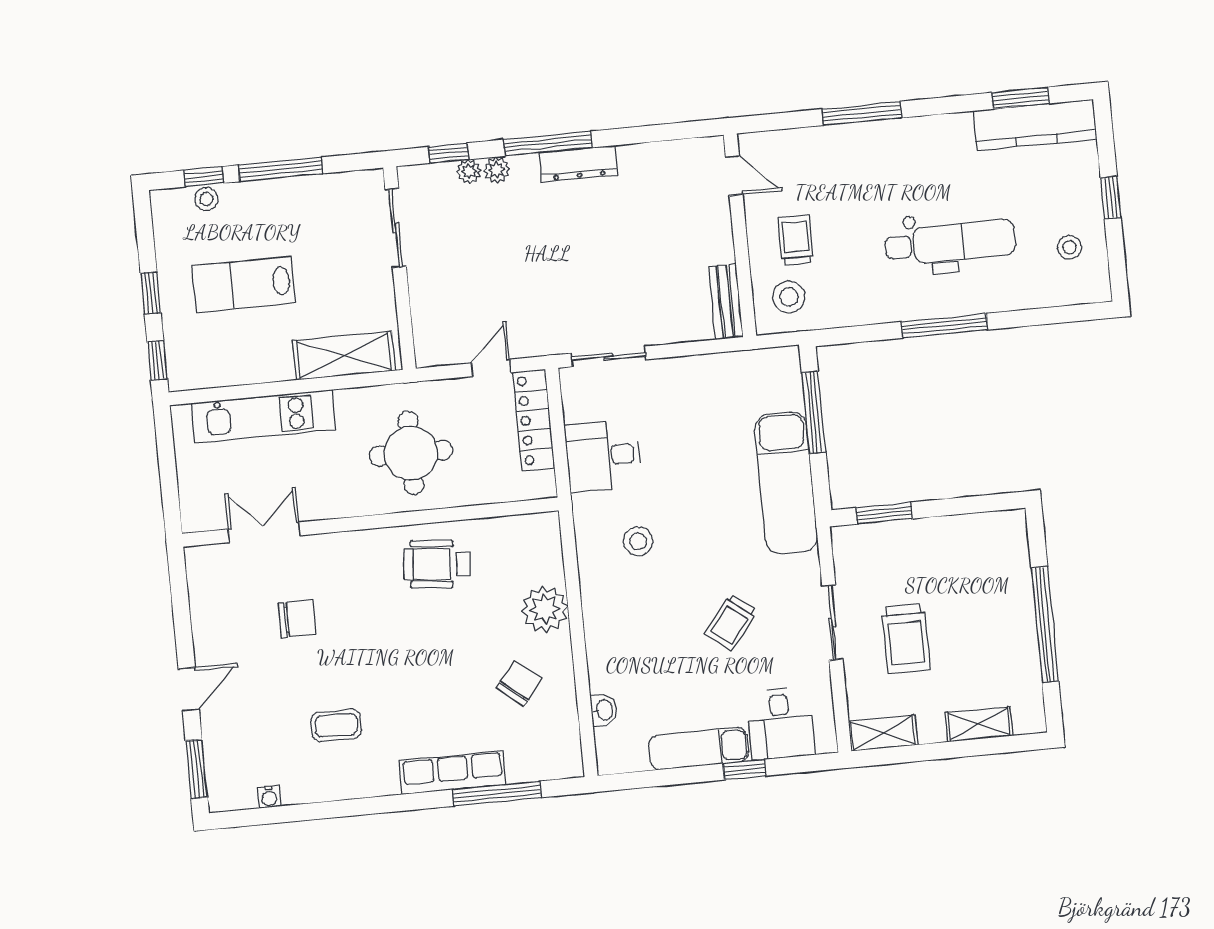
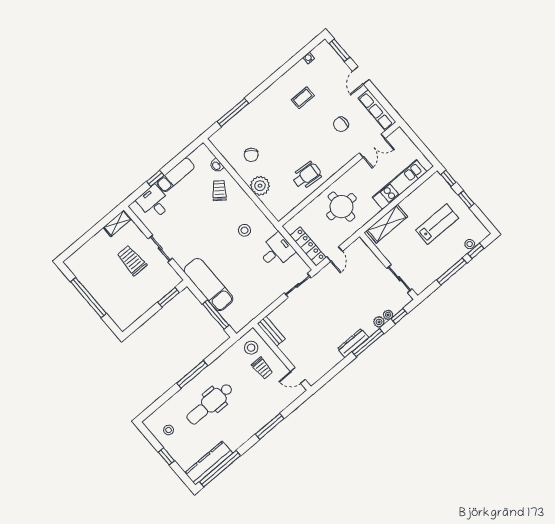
window: (1020, 98) -> (220, 469), width x2.11
trolley: (731, 622) -> (219, 191), moved
shelving: (979, 724) -> (87, 249), removed
row of seats: (453, 773) -> (377, 110), moved, turned 90

